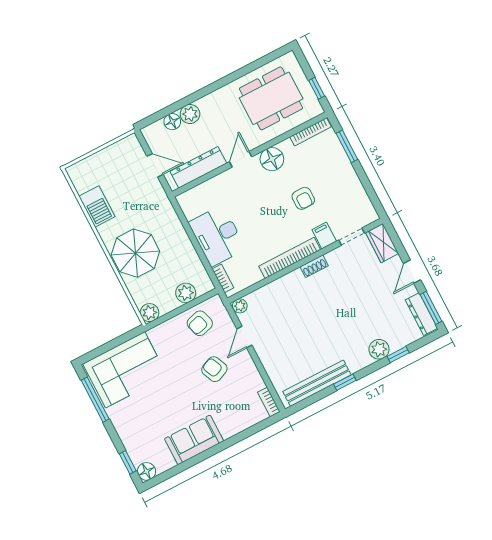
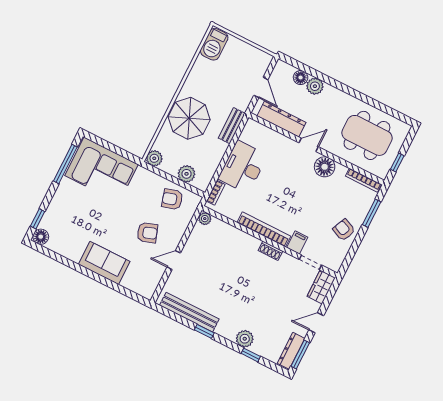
armchair: (303, 198) -> (344, 230), moved, turned 114
barbecue: (97, 206) -> (214, 44), moved
bench: (171, 218) -> (232, 126), added
door: (244, 337) -> (174, 260), moved
armchair: (214, 369) -> (147, 233), turned 94
bookcase: (269, 402) -> (152, 288), removed
sofa: (194, 440) -> (104, 263), moved

